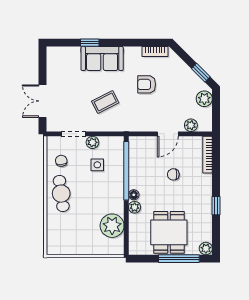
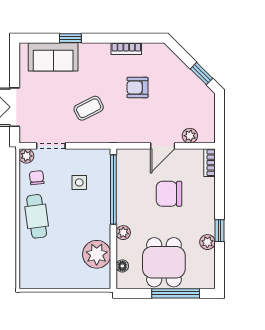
bookcase: (155, 52) -> (126, 49), moved
sofa: (102, 59) -> (53, 57), moved
plant: (204, 99) -> (206, 104), removed
plant: (92, 142) -> (26, 156), moved
bookcase: (207, 155) -> (209, 163), width x0.64
chair: (173, 174) -> (169, 194), width x1.87, depth x1.87
floor lamp: (134, 195) -> (122, 266), moved
plant: (206, 248) -> (207, 242), moved

